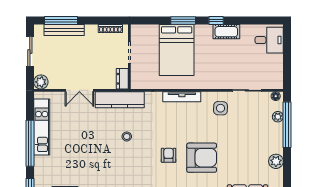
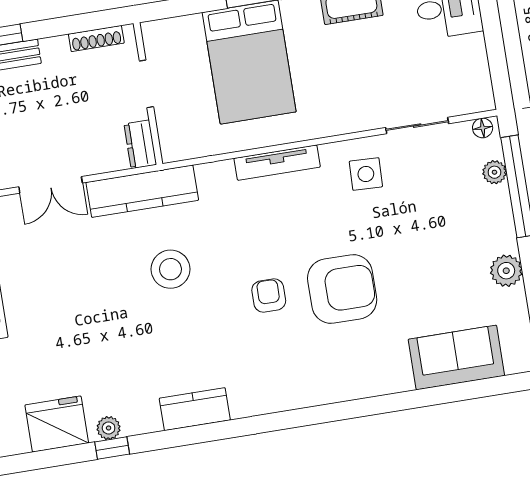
stool: (127, 136) -> (170, 269), width x1.89, depth x1.89

